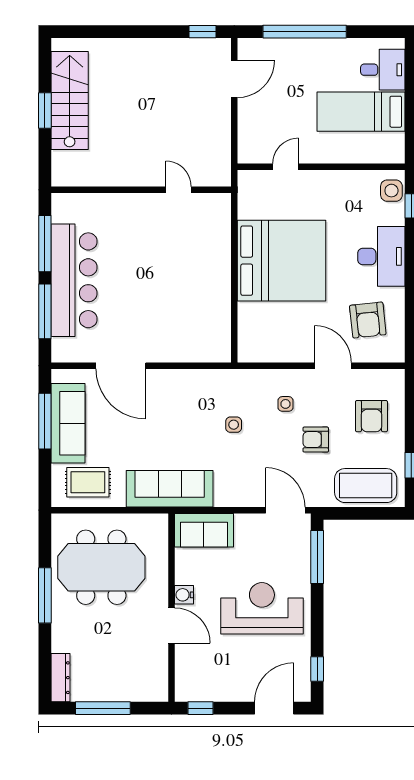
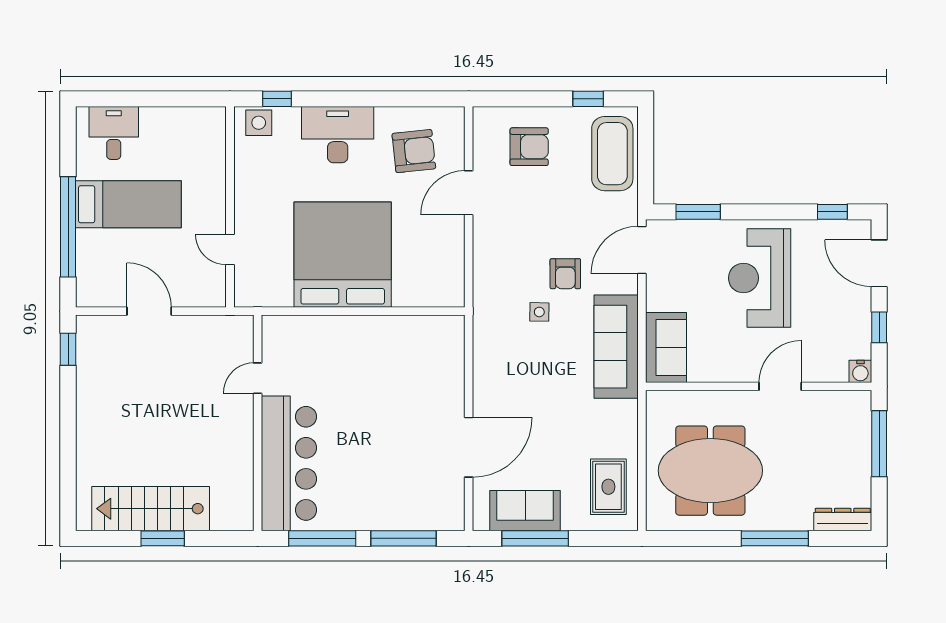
door: (234, 79) -> (149, 311), moved
bed: (361, 112) -> (128, 204), moved, turned -90
bar counter: (74, 280) -> (289, 463), moved, turned 90
side table: (285, 404) -> (515, 250), removed
sofa: (68, 423) -> (525, 511), width x0.73
armchair: (316, 440) -> (565, 274), moved
sofa: (170, 489) -> (616, 347), moved
window: (317, 557) -> (698, 212), width x0.69
meeting table: (101, 567) -> (710, 471), turned 90
window: (45, 595) -> (775, 538), moved
water cooler: (184, 595) -> (860, 371), moved
window: (103, 708) -> (879, 444), moved
window: (200, 708) -> (879, 327), moved

